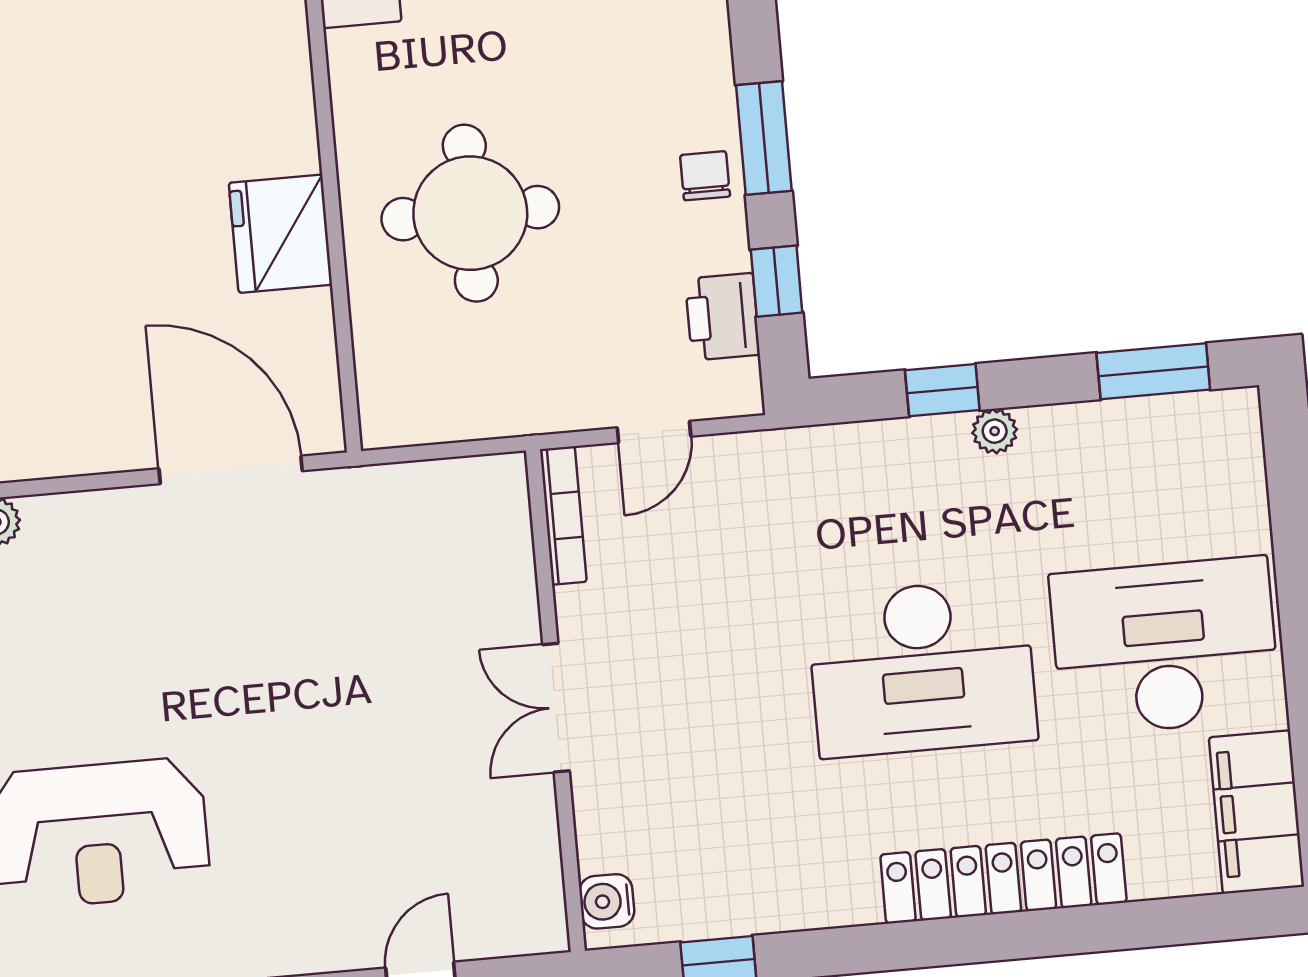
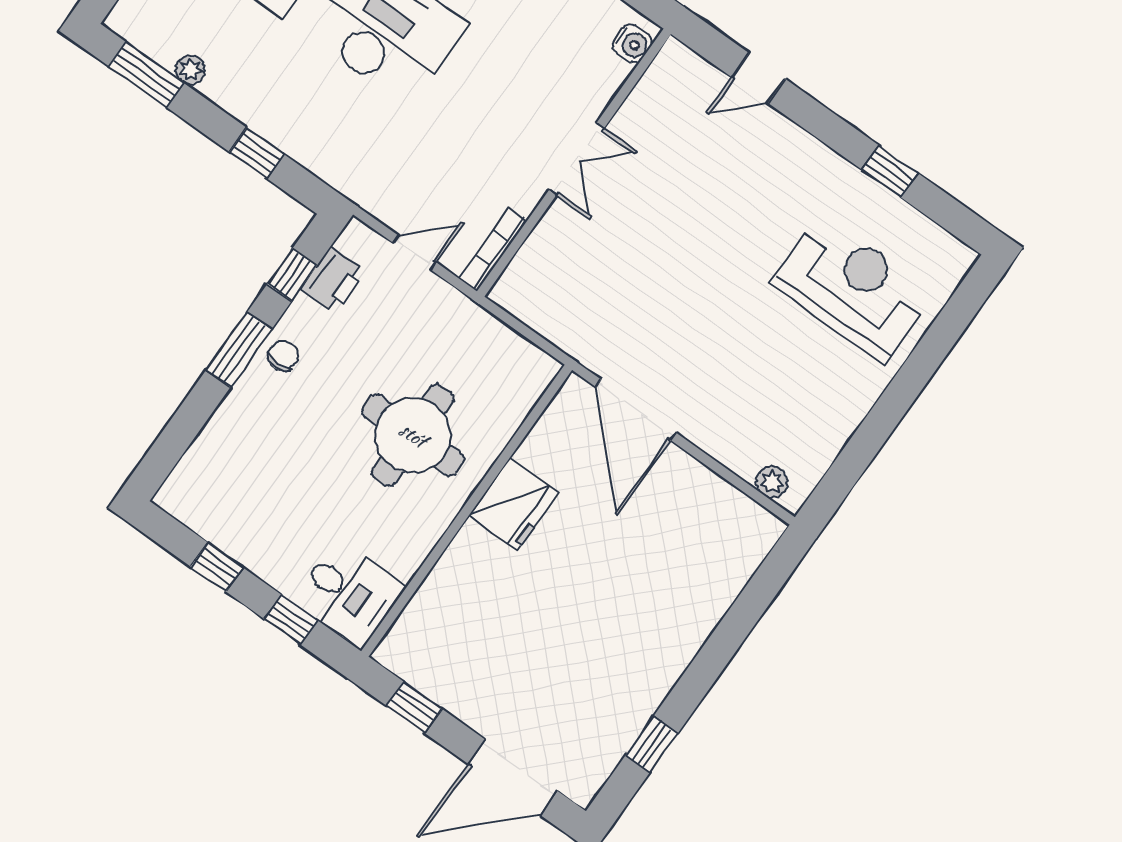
chair: (705, 176) -> (283, 356), turned 180
plant: (995, 431) -> (190, 70), moved

